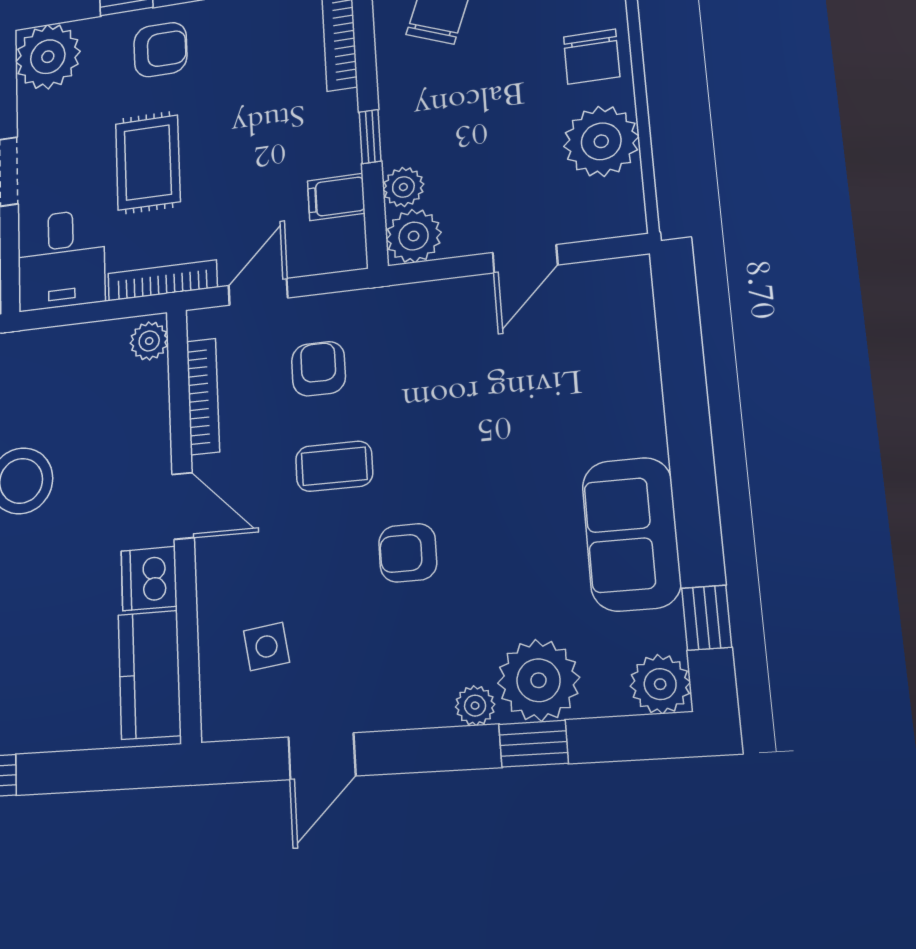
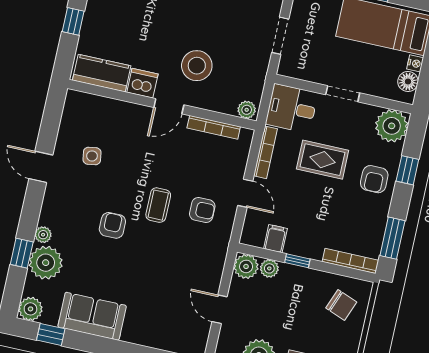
plant: (149, 341) -> (247, 110), moved
bookcase: (203, 396) -> (214, 127), moved
door: (183, 506) -> (169, 106), moved
wall: (184, 522) -> (162, 105), moved
dishwasher: (149, 579) -> (142, 83), moved
kitchen counter: (149, 675) -> (102, 73), moved

